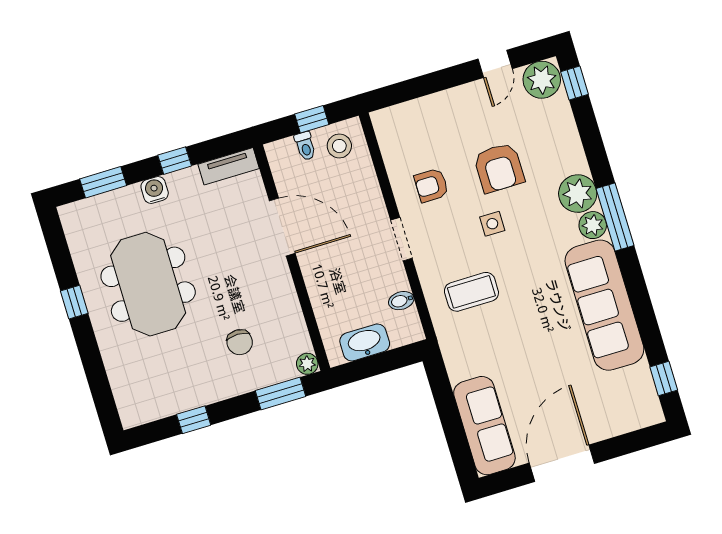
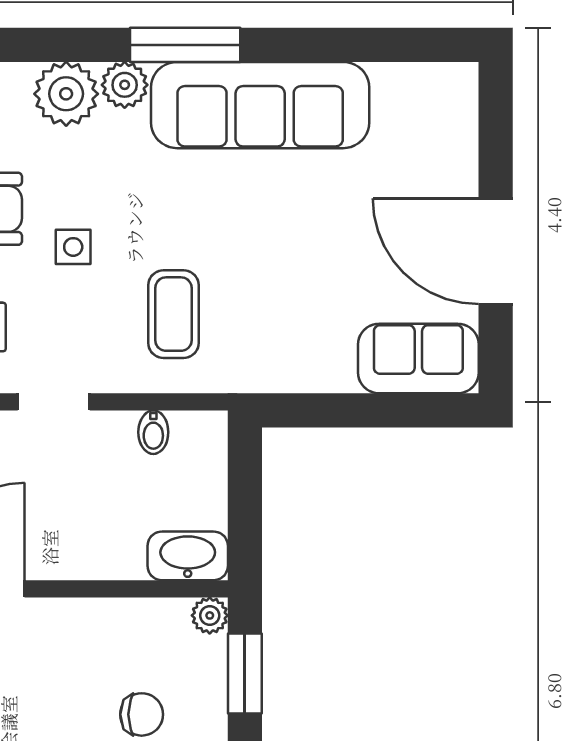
window: (615, 217) -> (185, 45), moved
washbasin: (365, 342) -> (188, 556), moved, turned 90
window: (664, 378) -> (408, 45), removed
sofa: (484, 426) -> (418, 358), width x0.73

